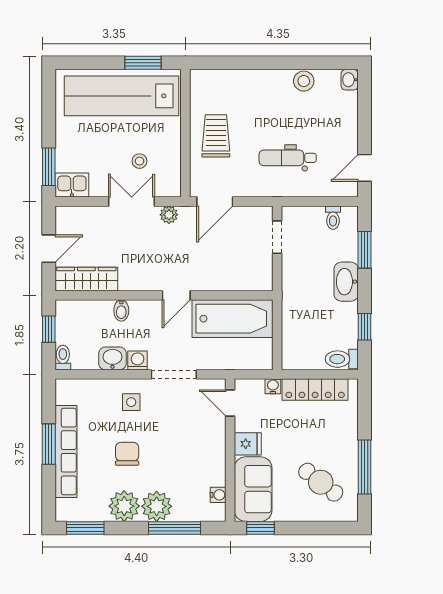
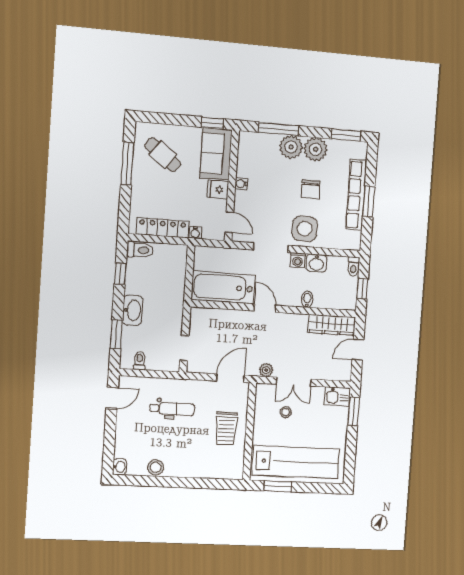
door: (176, 295) -> (265, 308), hinge flipped
side table: (131, 402) -> (305, 229), width x1.87, depth x1.87
water cooler: (218, 495) -> (241, 184), moved

